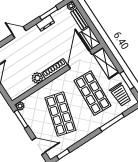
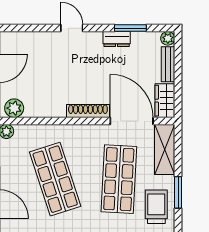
door: (80, 59) -> (132, 121), hinge flipped
plant: (37, 78) -> (14, 108), moved
trolley: (121, 95) -> (156, 207), turned 180
shop shelf: (60, 114) -> (55, 179), turned -33

